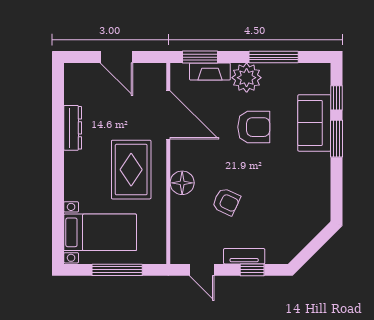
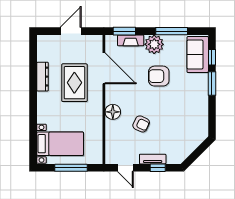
door: (116, 57) -> (71, 31), swing flipped
sofa: (314, 123) -> (198, 55), moved
armchair: (254, 127) -> (159, 76), turned 180
rug: (131, 170) -> (74, 83), moved

